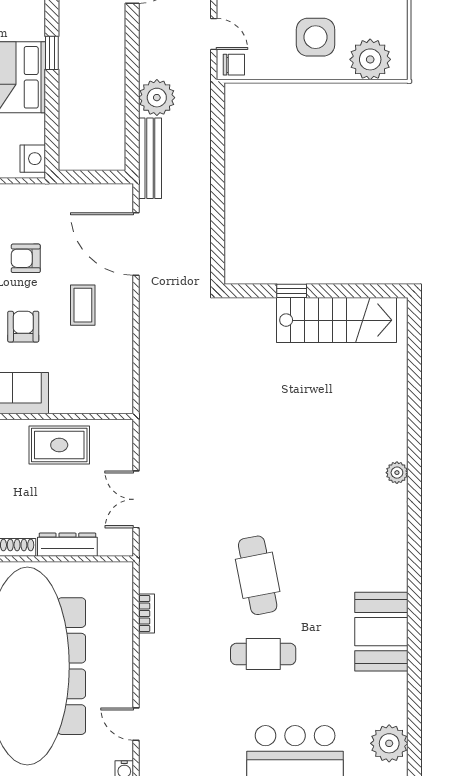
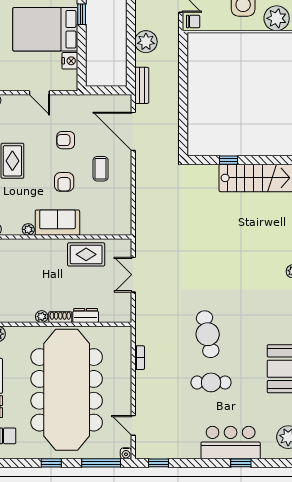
bench: (150, 158) -> (142, 85), width x0.73
nightstand: (33, 159) -> (70, 61), moved
armchair: (23, 327) -> (64, 182), turned 180
double door: (136, 499) -> (133, 275), moved
dresser: (67, 545) -> (86, 315), width x0.70

